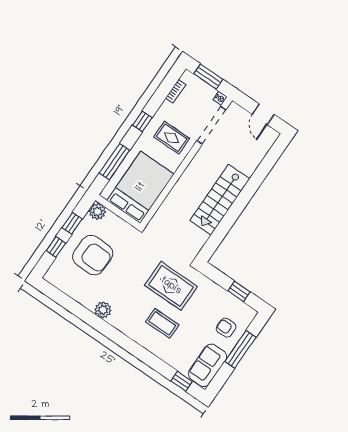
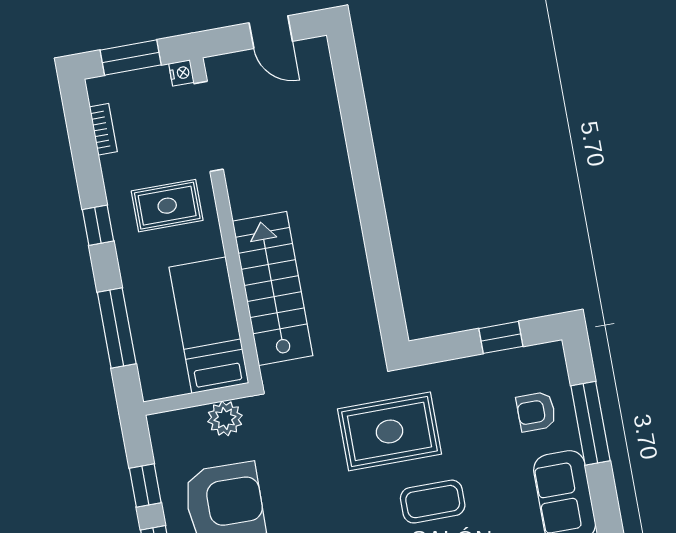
bed: (141, 187) -> (209, 325), width x0.67
stairs: (220, 200) -> (273, 288), moved, turned 180
plant: (98, 211) -> (225, 418), moved

